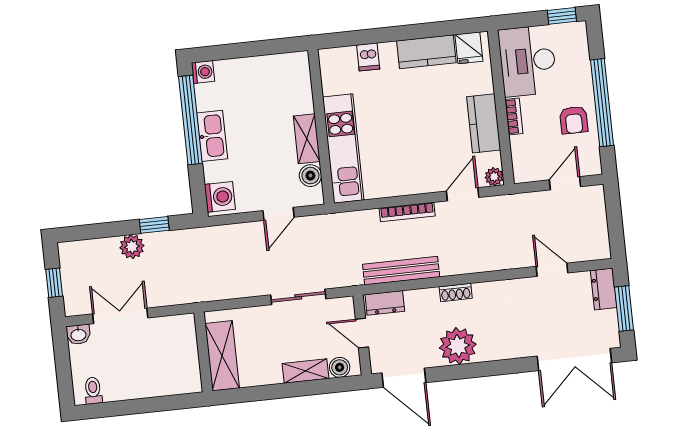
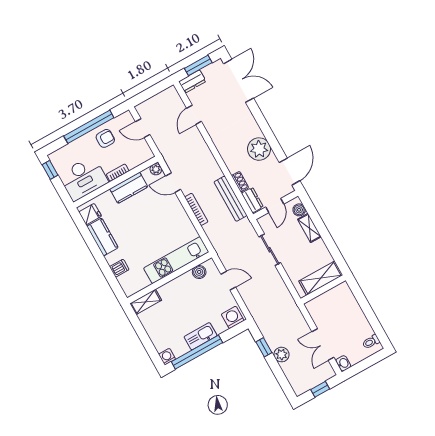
shelving: (307, 139) -> (146, 302), moved
shoe rack: (456, 292) -> (240, 182), moved

